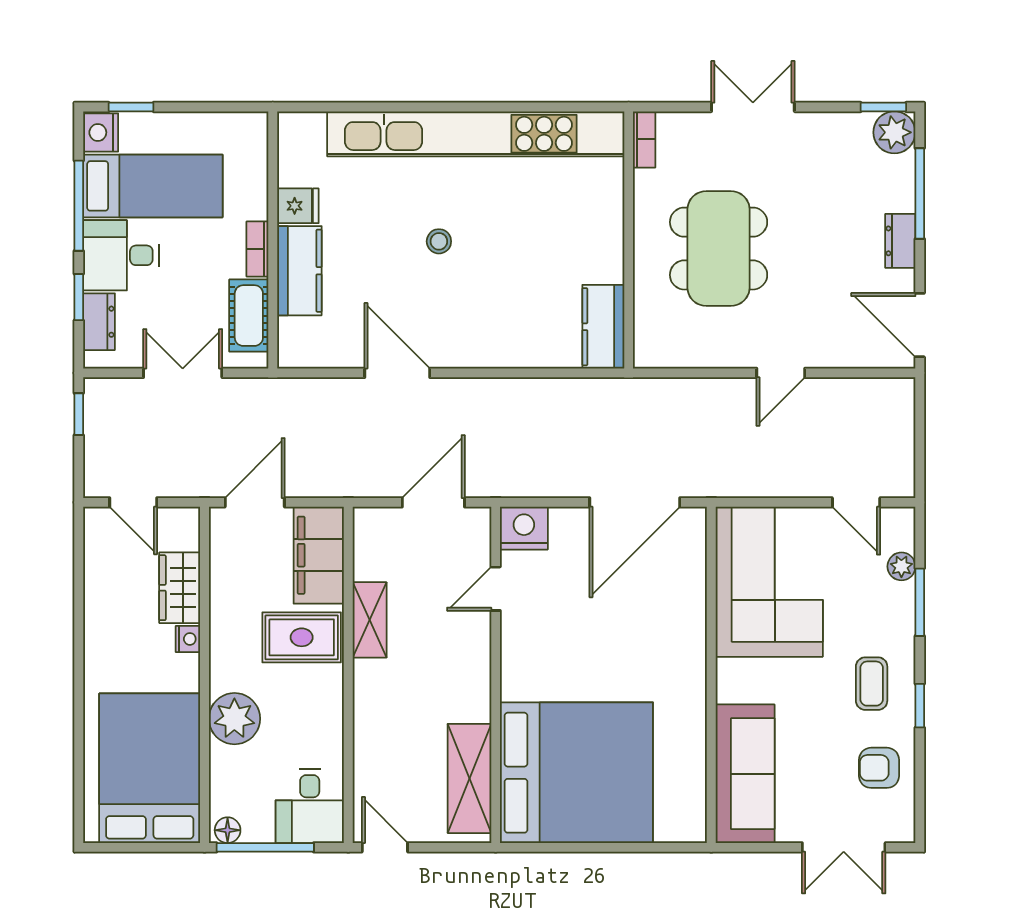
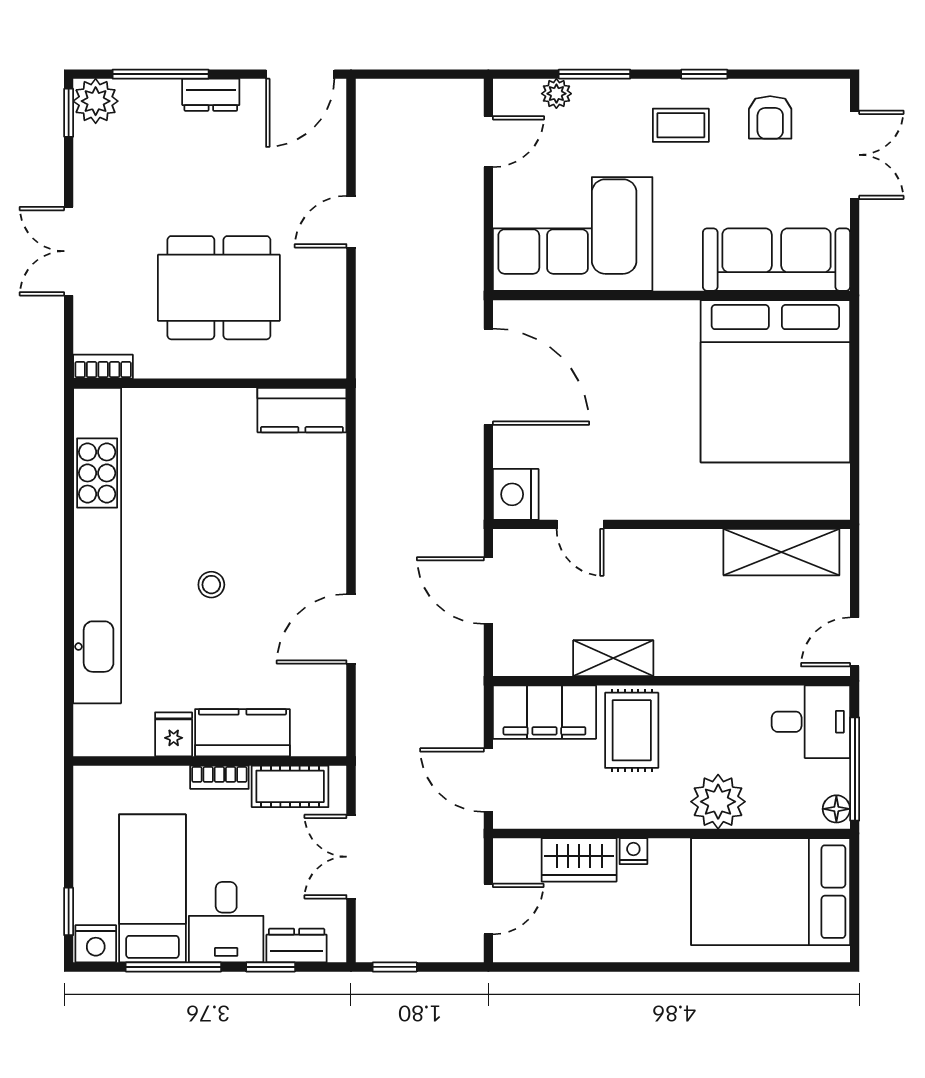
door: (781, 373) -> (351, 222), swing flipped
bed: (576, 773) -> (775, 381), moved, turned 180

